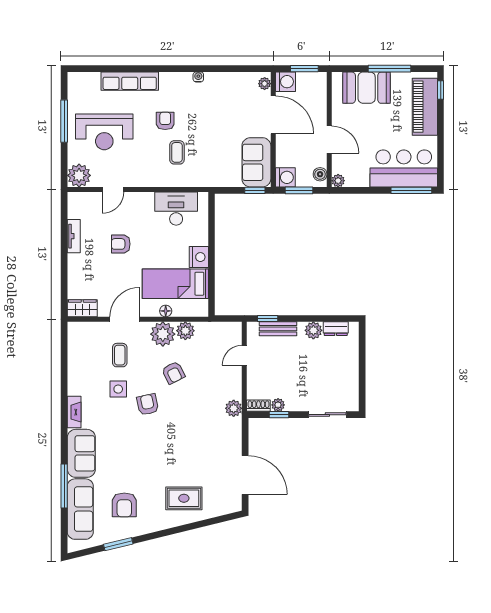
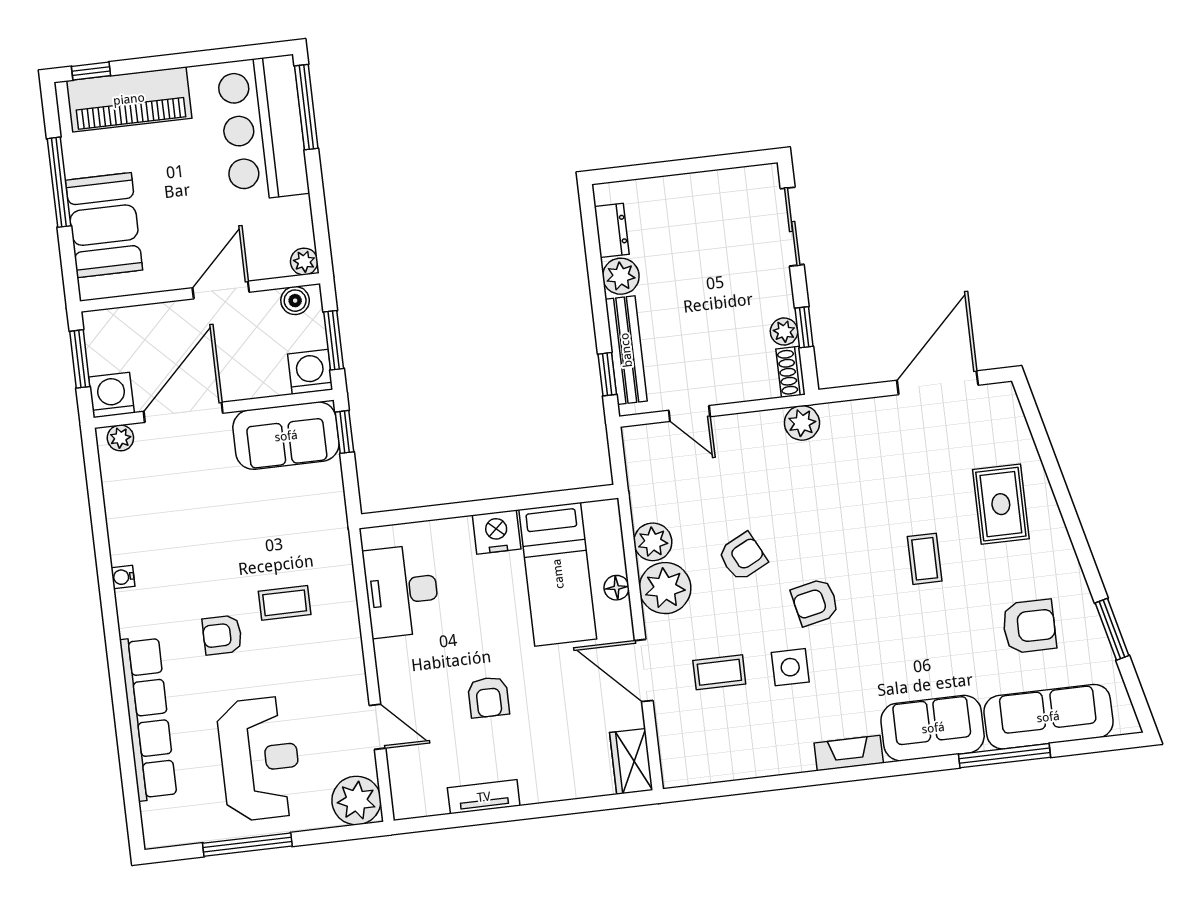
row of seats: (130, 81) -> (148, 718), width x1.36
bench: (278, 329) -> (626, 350), width x1.36
coffee table: (162, 459) -> (925, 559), added

